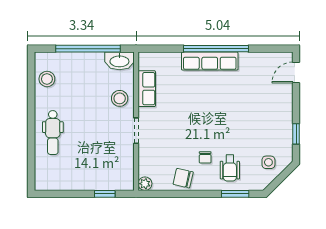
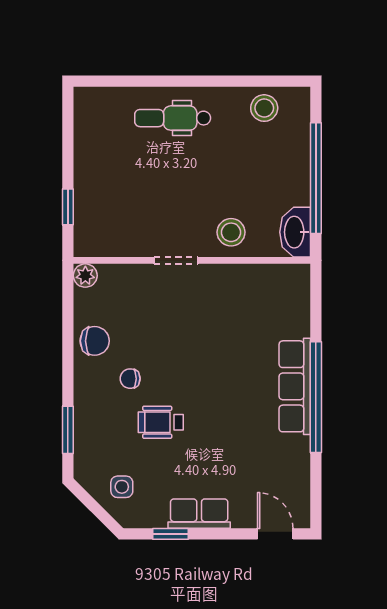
row of seats: (147, 89) -> (199, 514), moved, turned 180
wheelchair: (230, 168) -> (161, 422), moved
chair: (183, 178) -> (95, 341), turned 77

